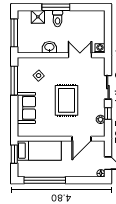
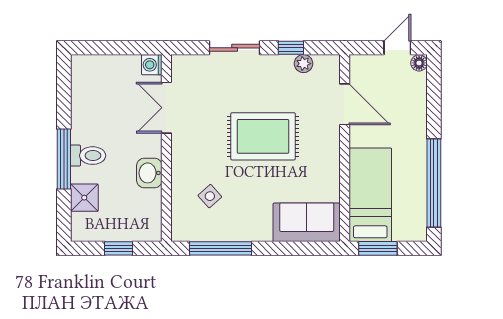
window: (14, 33) -> (118, 248), width x0.46
sofa: (26, 108) -> (307, 222), moved

